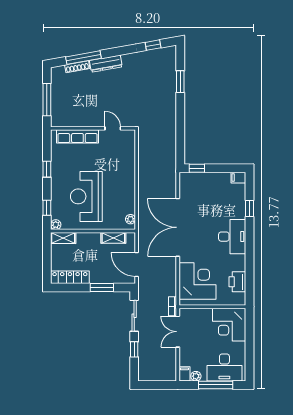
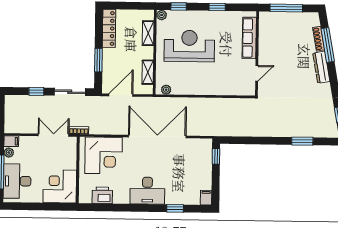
shelving: (63, 238) -> (148, 33), moved

